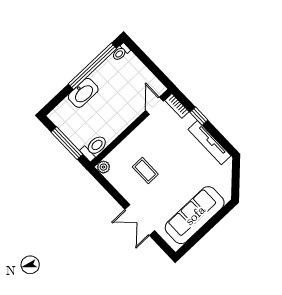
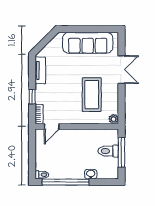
washbasin: (83, 93) -> (91, 174), width x0.52, depth x0.69
tv unit: (209, 143) -> (40, 70), width x0.71
toilet: (94, 147) -> (108, 151), moved
coffee table: (145, 171) -> (92, 95), width x1.86, depth x1.72

